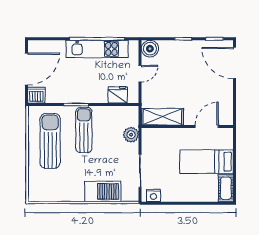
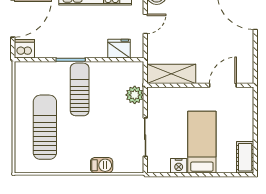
sun lounger: (50, 141) -> (45, 127), moved
bed: (207, 162) -> (202, 142), moved, turned 90
barbecue: (103, 191) -> (102, 165), width x0.53, depth x0.65
nightstand: (153, 195) -> (179, 166), moved

